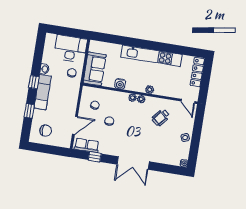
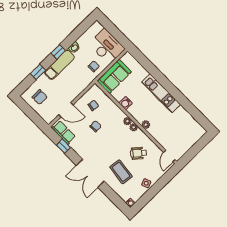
kitchen unit: (151, 56) -> (161, 93), width x0.73
locker: (197, 72) -> (194, 138), removed
coffee table: (158, 143) -> (121, 172), added

